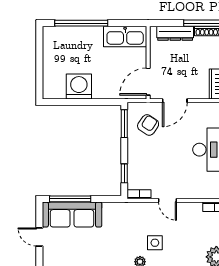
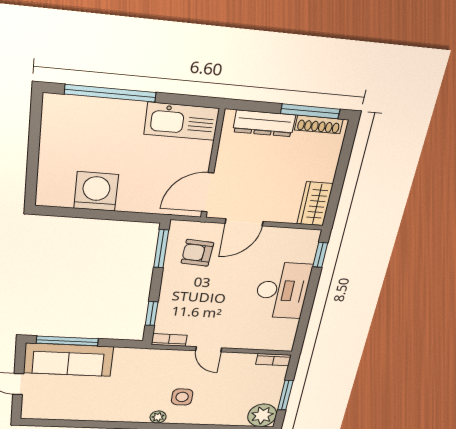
armchair: (148, 125) -> (197, 253), turned -120

